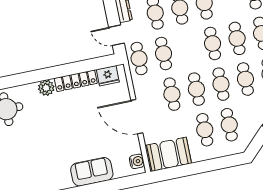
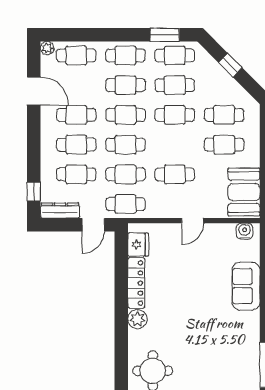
cafe table: (196, 89) -> (126, 145), moved
door: (137, 117) -> (193, 221), width x0.53

